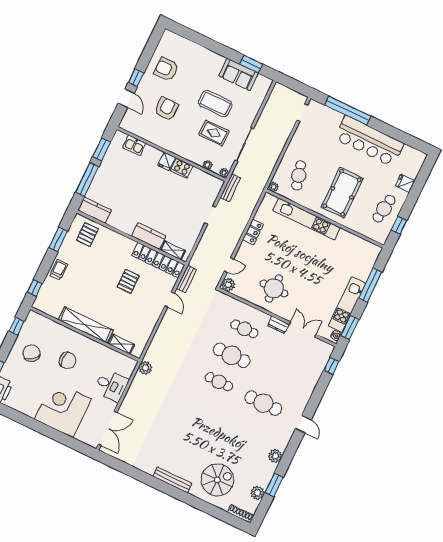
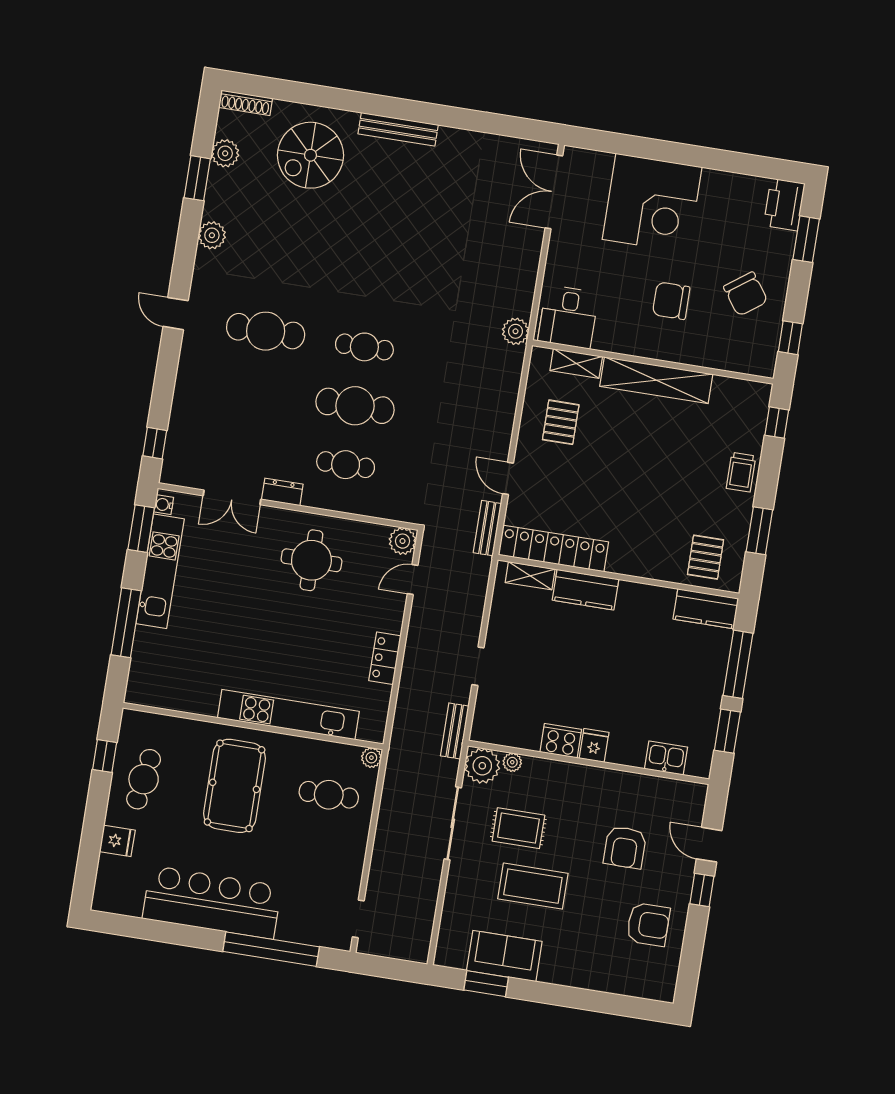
plant: (224, 173) -> (482, 766), width x1.88, depth x1.88
cafe table: (299, 175) -> (329, 795), turned -75
pallet: (128, 281) -> (561, 422), moved
desk: (111, 386) -> (568, 317), moved, turned -90

